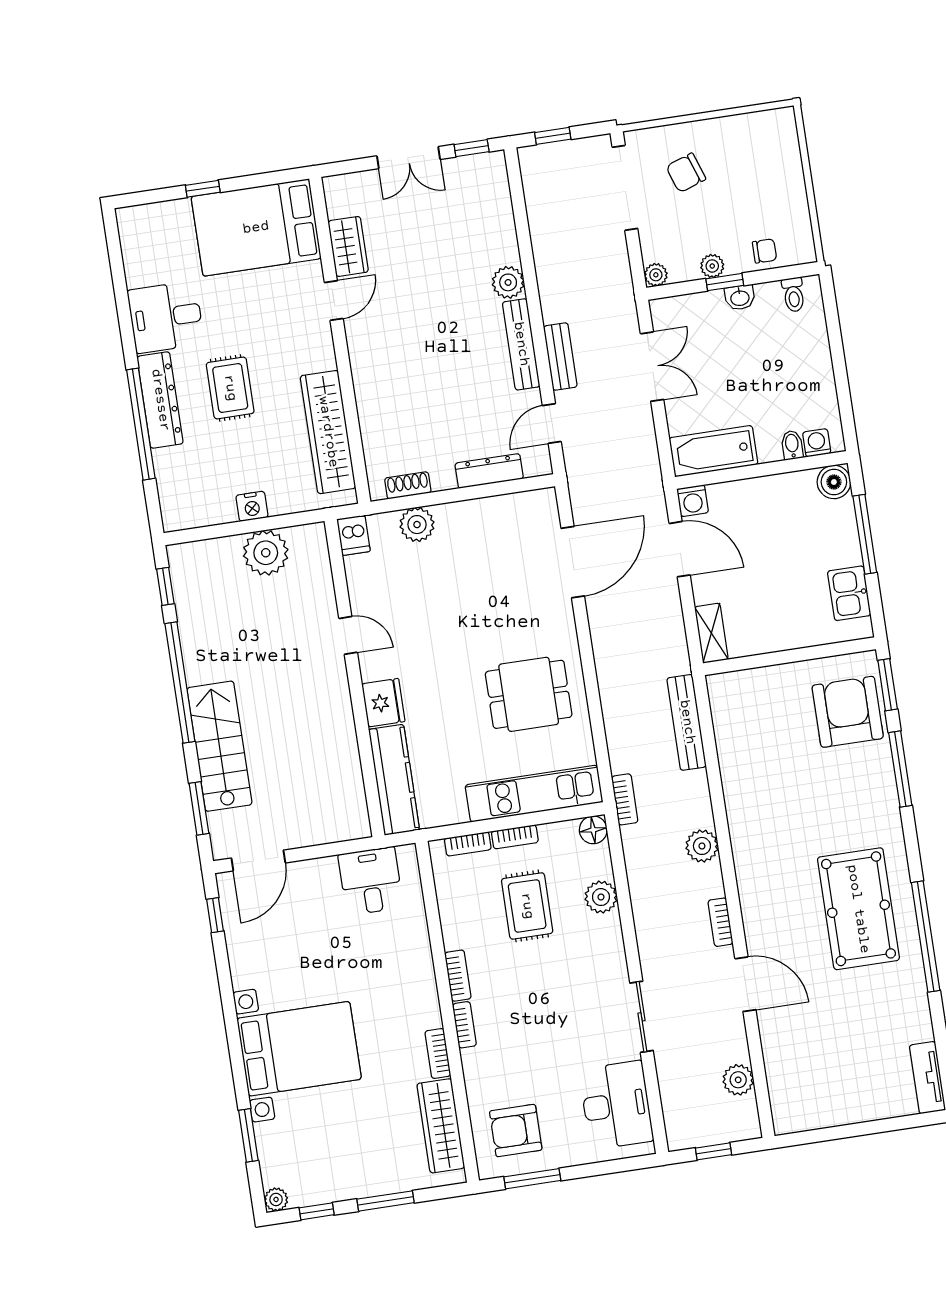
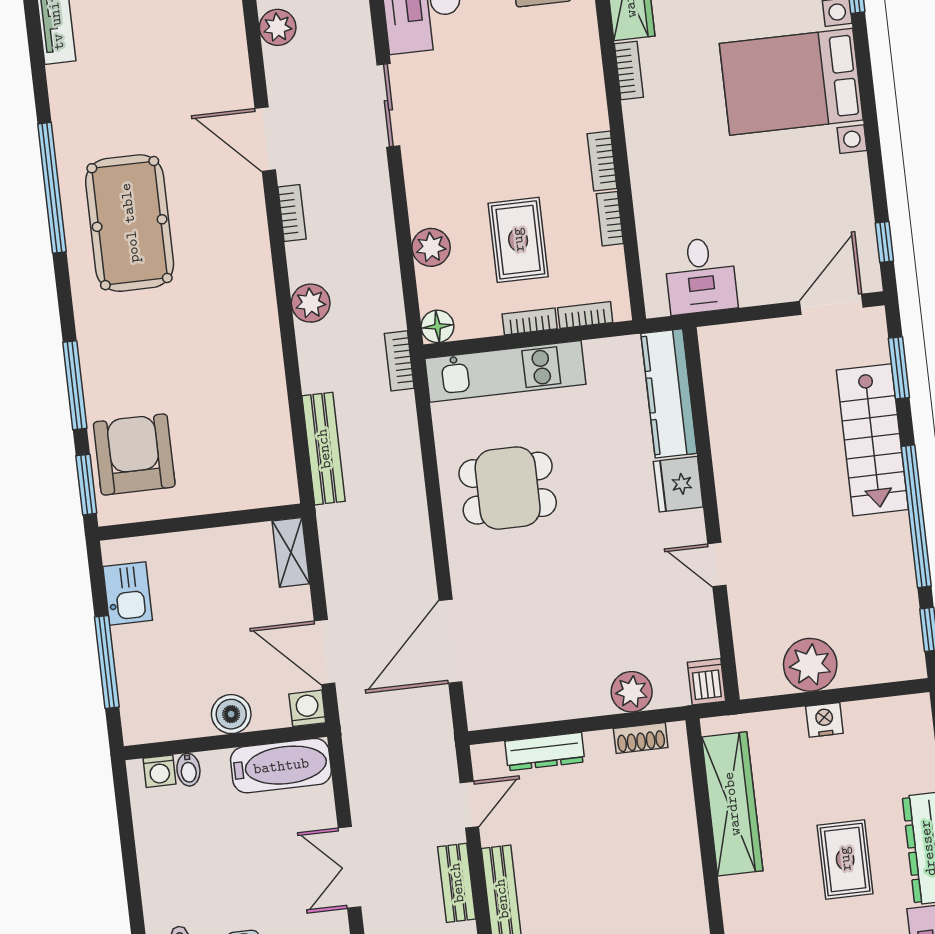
boiler: (834, 482) -> (231, 714), moved
armchair: (848, 712) -> (134, 454), turned 180
bookcase: (464, 1025) -> (610, 219), moved

